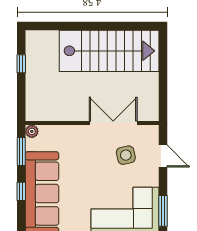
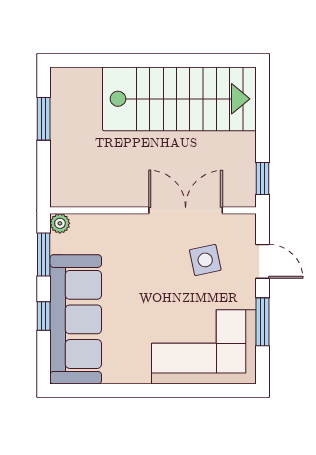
window: (21, 64) -> (44, 119), width x1.50
window: (163, 102) -> (263, 179), added
window: (163, 211) -> (263, 322), moved

